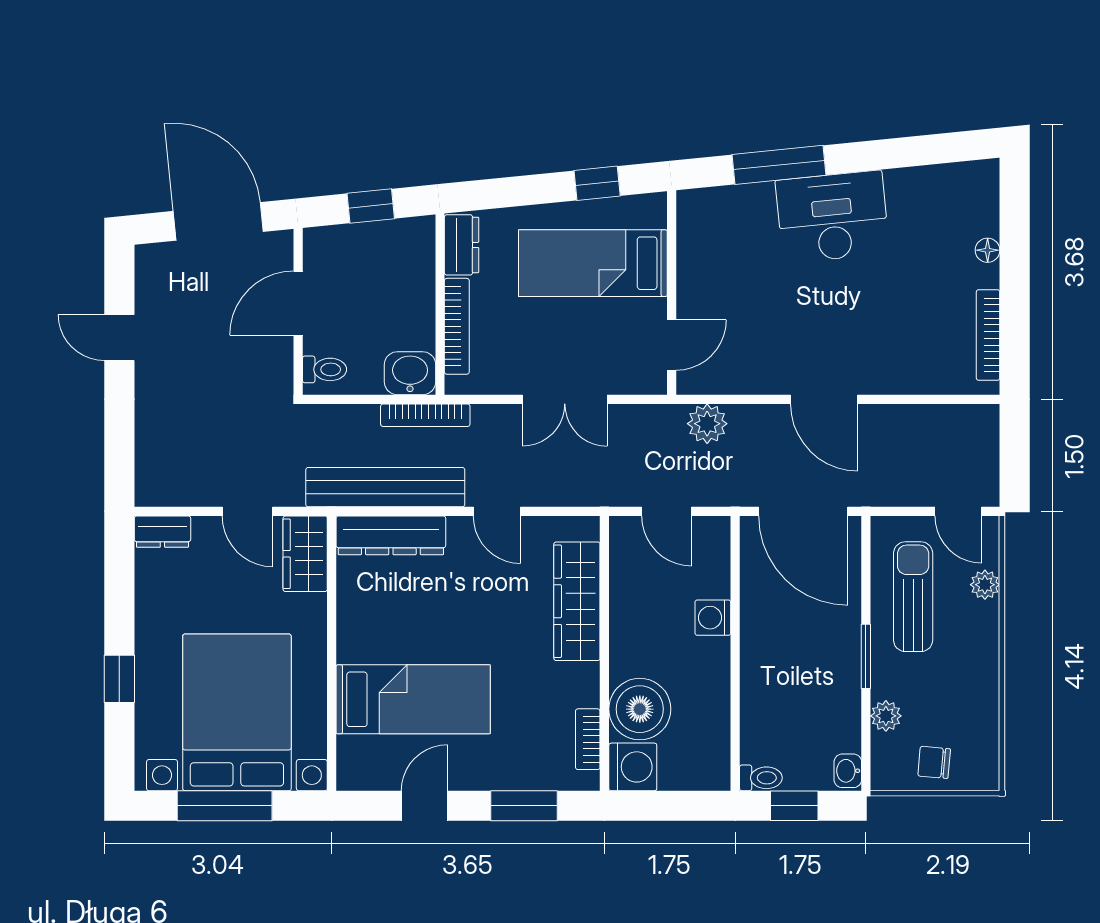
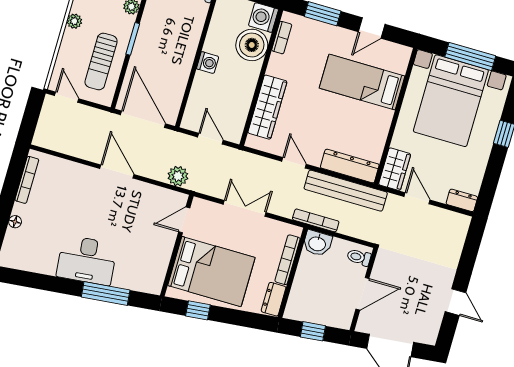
bed: (593, 263) -> (211, 271), width x1.50
plant: (985, 585) -> (74, 21), moved
washing machine: (713, 618) -> (208, 63), moved

